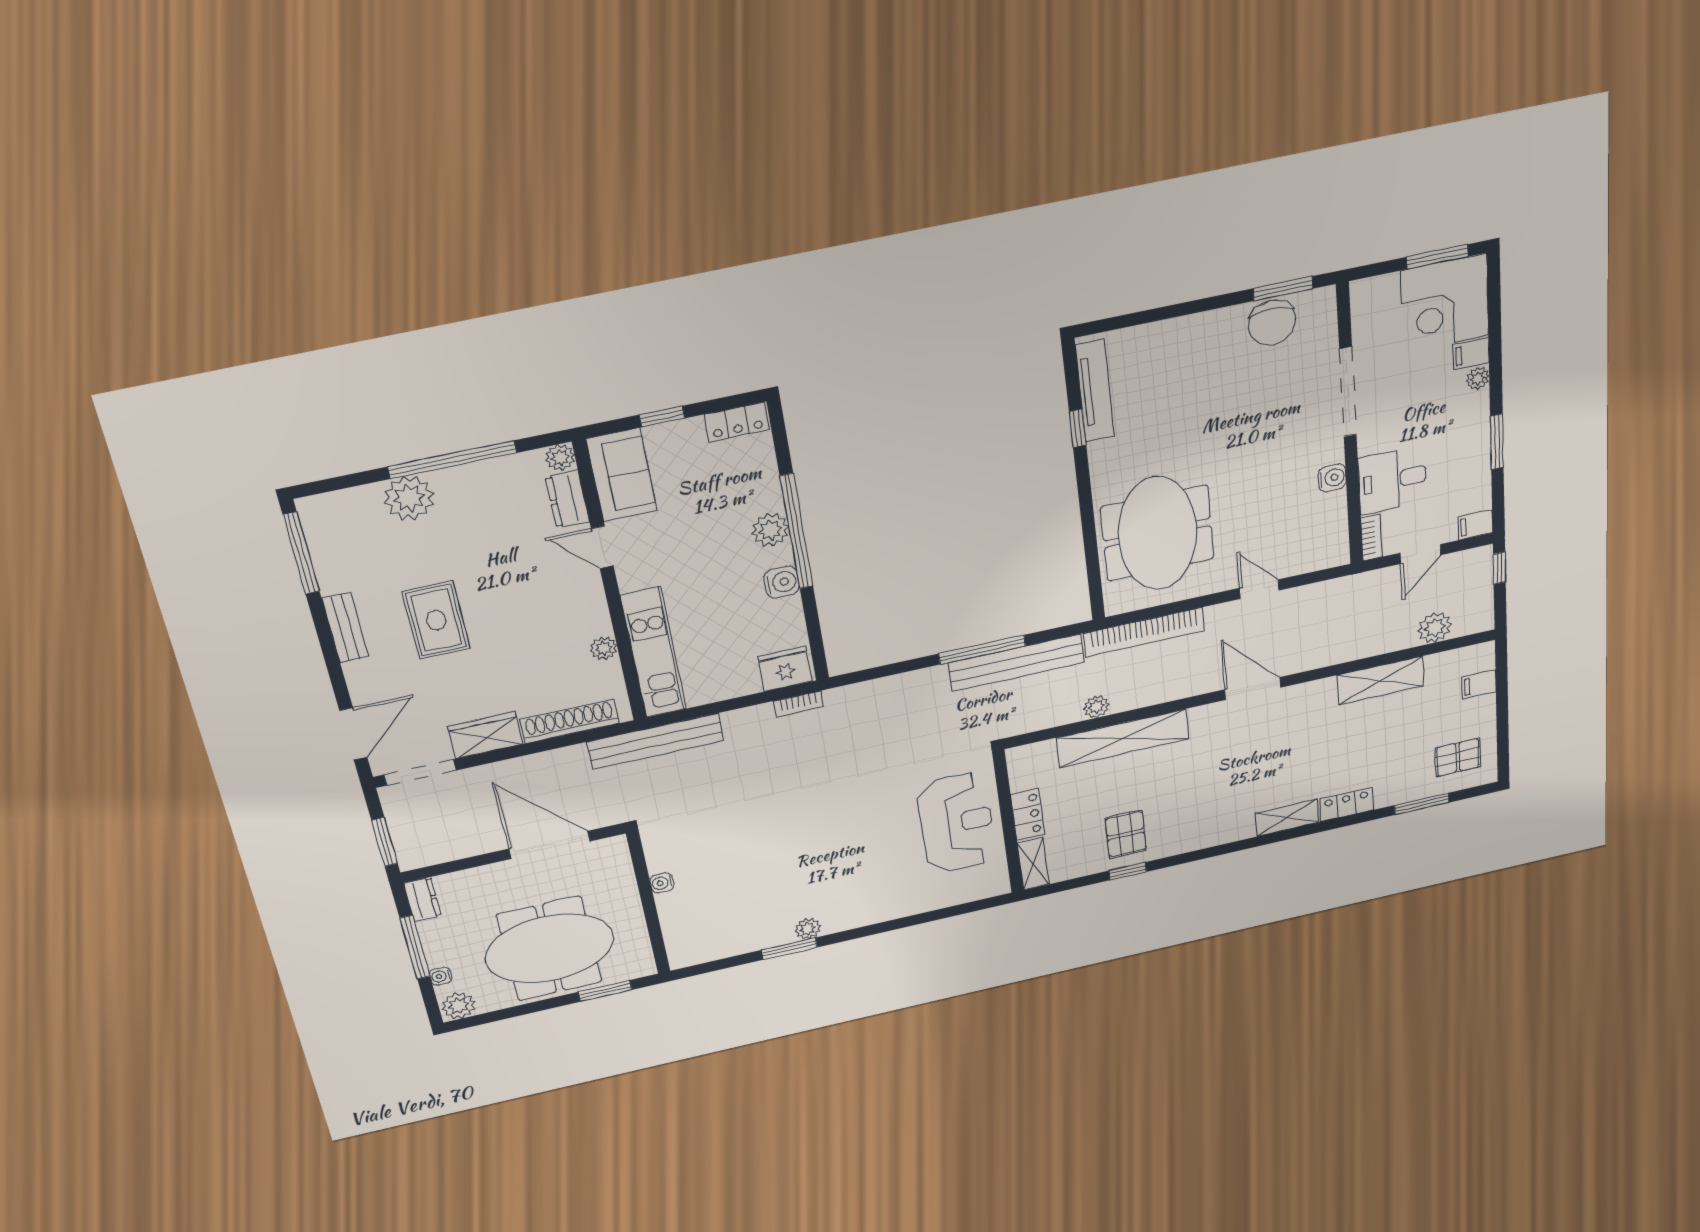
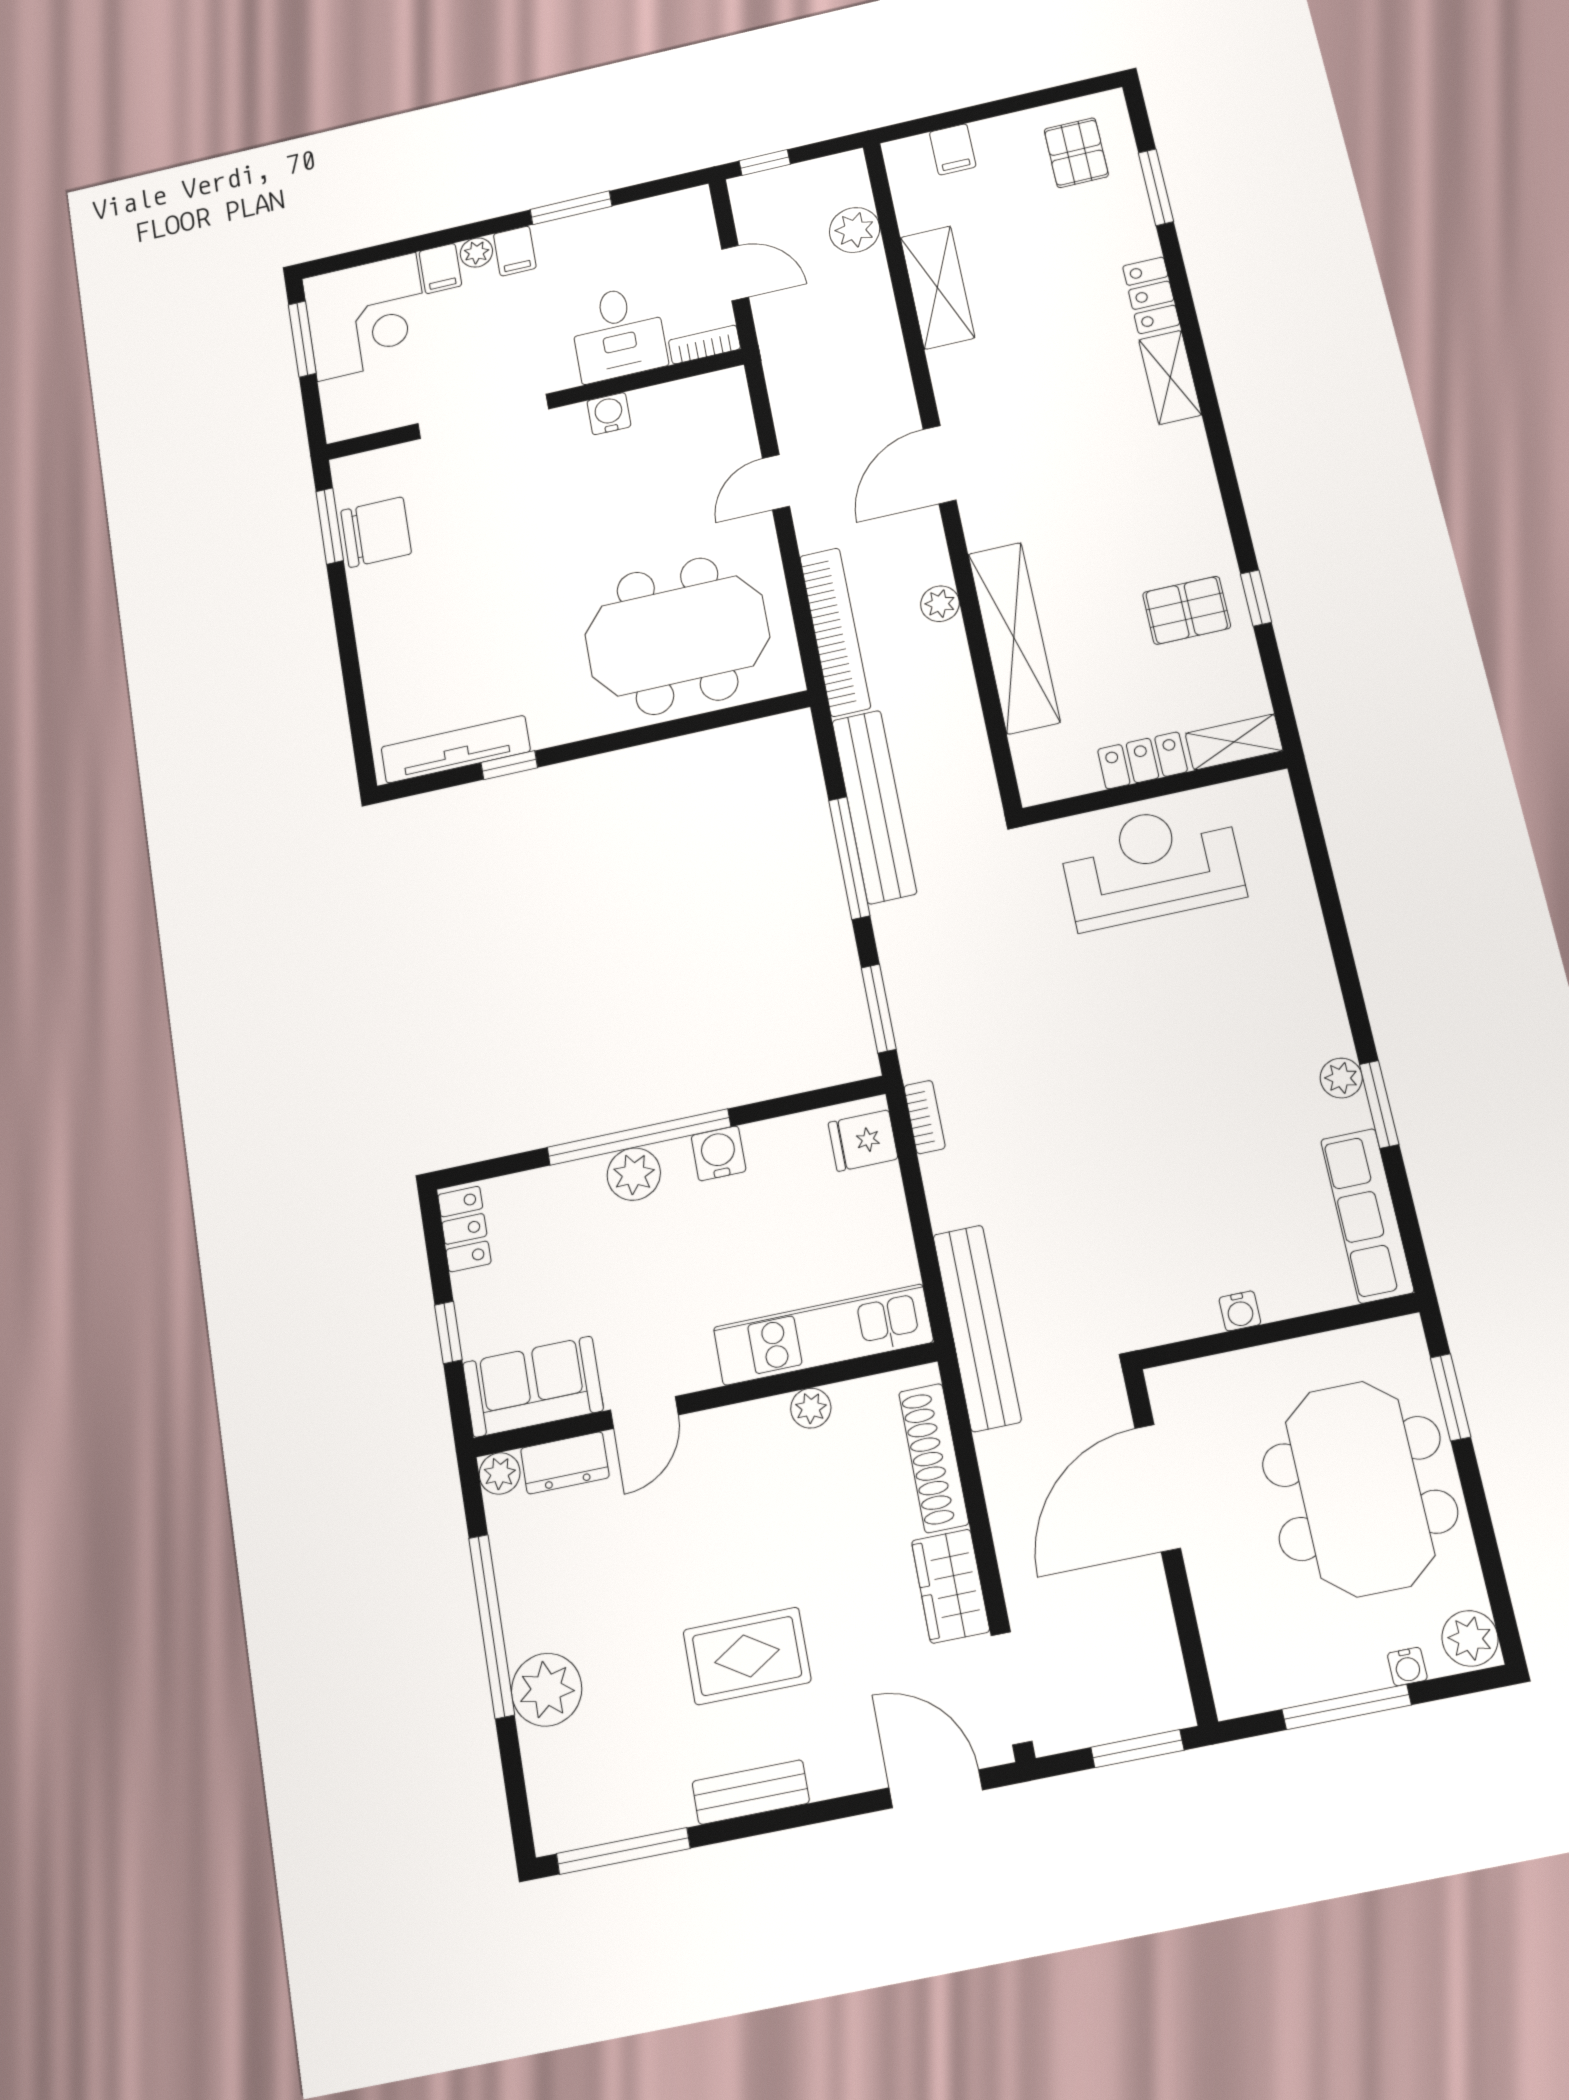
filing cabinet: (1475, 525) -> (515, 251), moved
fridge: (785, 669) -> (863, 1141), width x0.72
window: (875, 673) -> (879, 1008), added
plant: (1096, 707) -> (940, 604), moved
dresser: (422, 900) -> (1252, 1692), removed
row of seats: (720, 945) -> (1367, 1216), added

